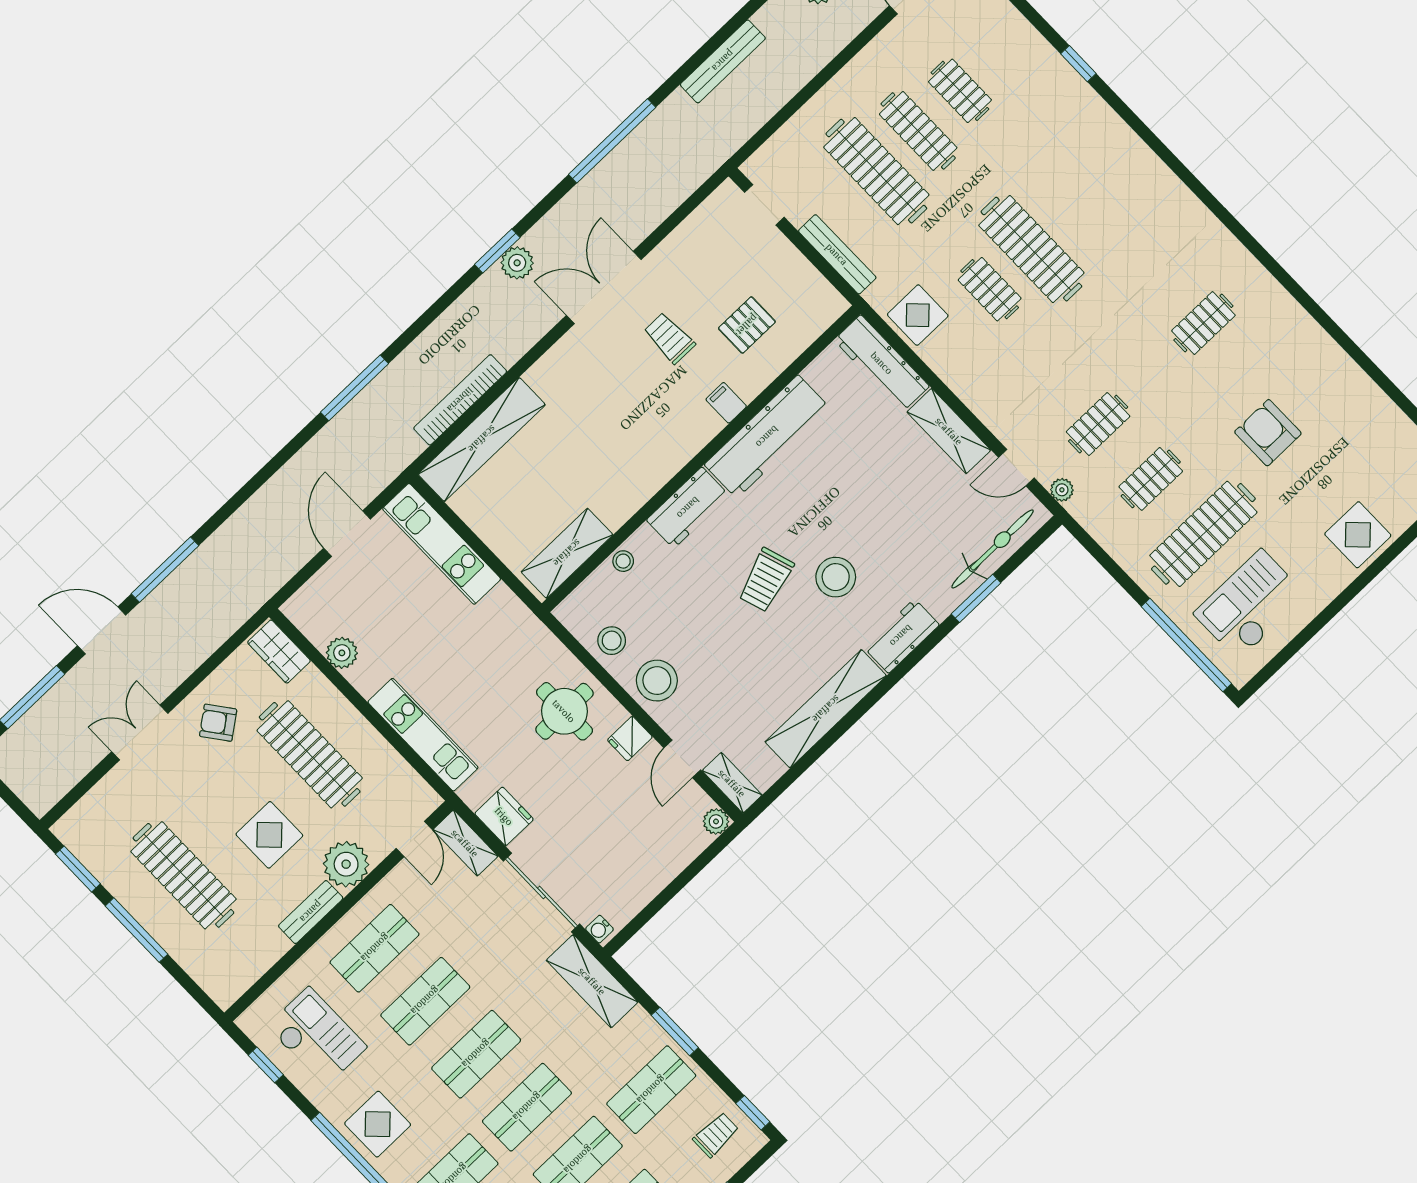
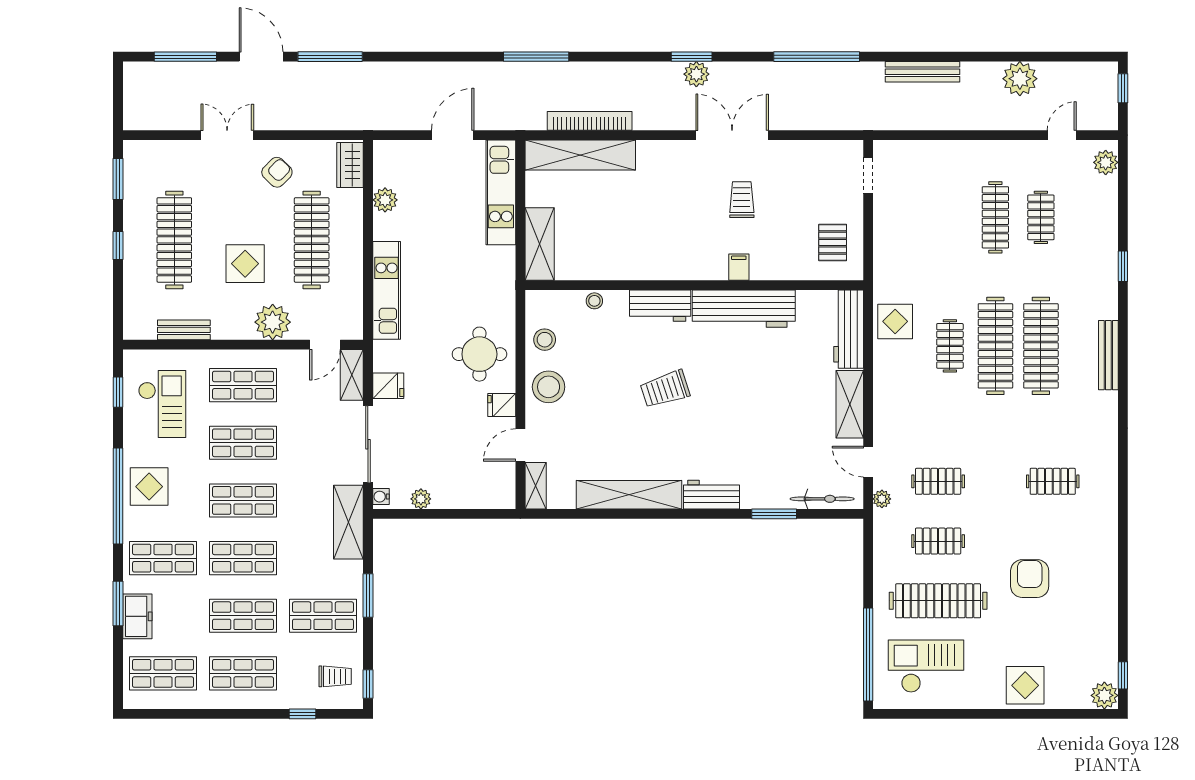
clothes rail: (876, 171) -> (1041, 346), moved
bench: (837, 254) -> (1108, 355), moved
pallet: (747, 325) -> (833, 242), moved, turned 90
bicycle: (993, 549) -> (822, 499), width x0.73, depth x0.71
shelving: (567, 553) -> (540, 244), moved, turned 90
stool: (836, 577) -> (706, 425), removed
armchair: (218, 723) -> (277, 172), turned 81
fridge: (504, 816) -> (388, 386), width x0.72
plant: (716, 821) -> (421, 499), moved
bench: (311, 912) -> (184, 330), moved
window: (137, 930) -> (118, 245), width x0.46

